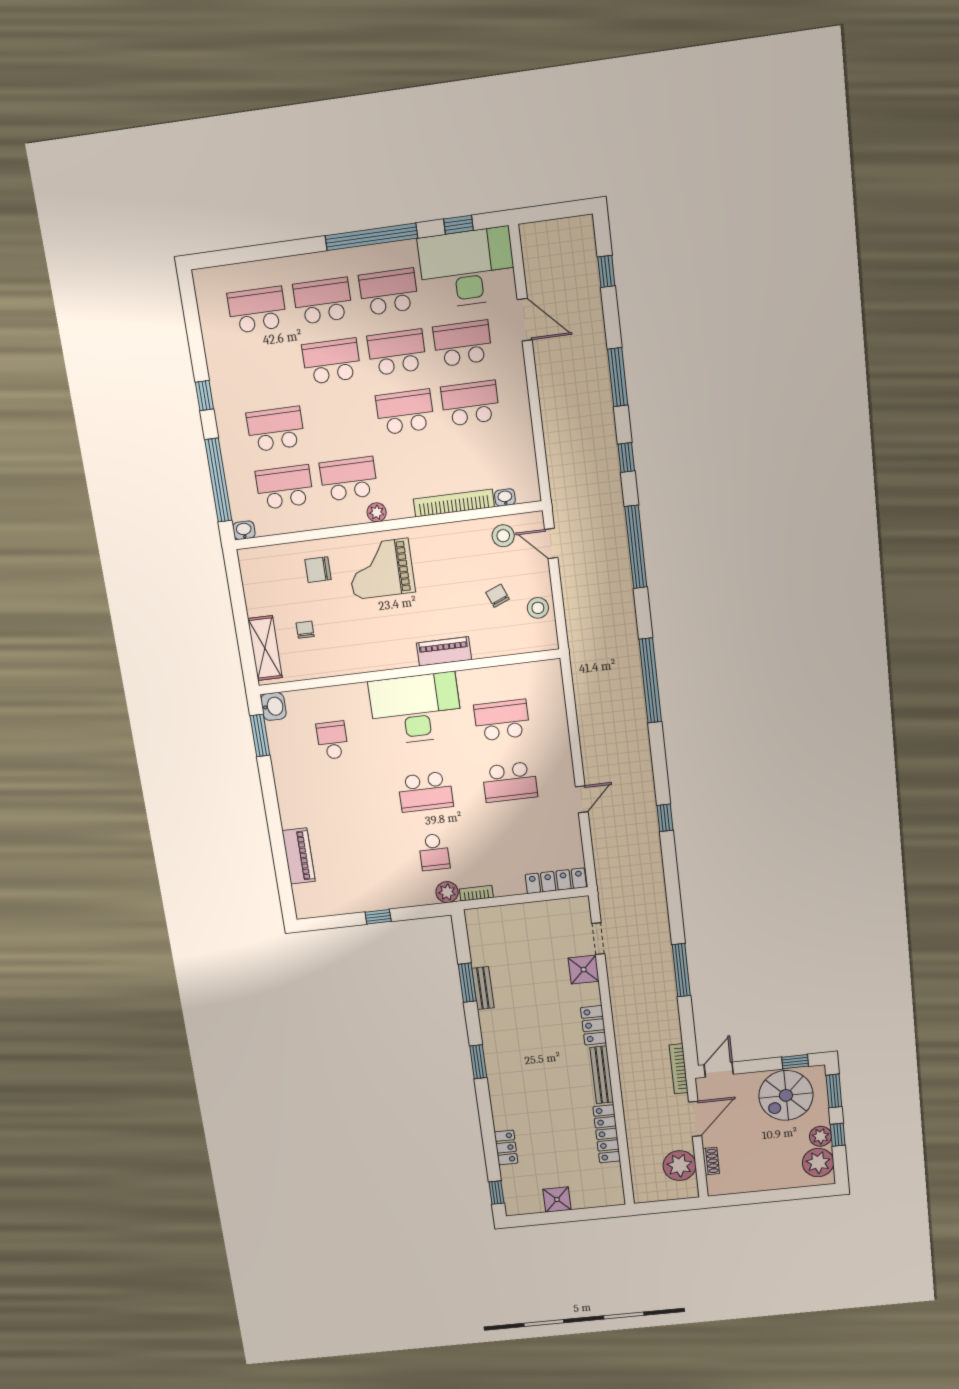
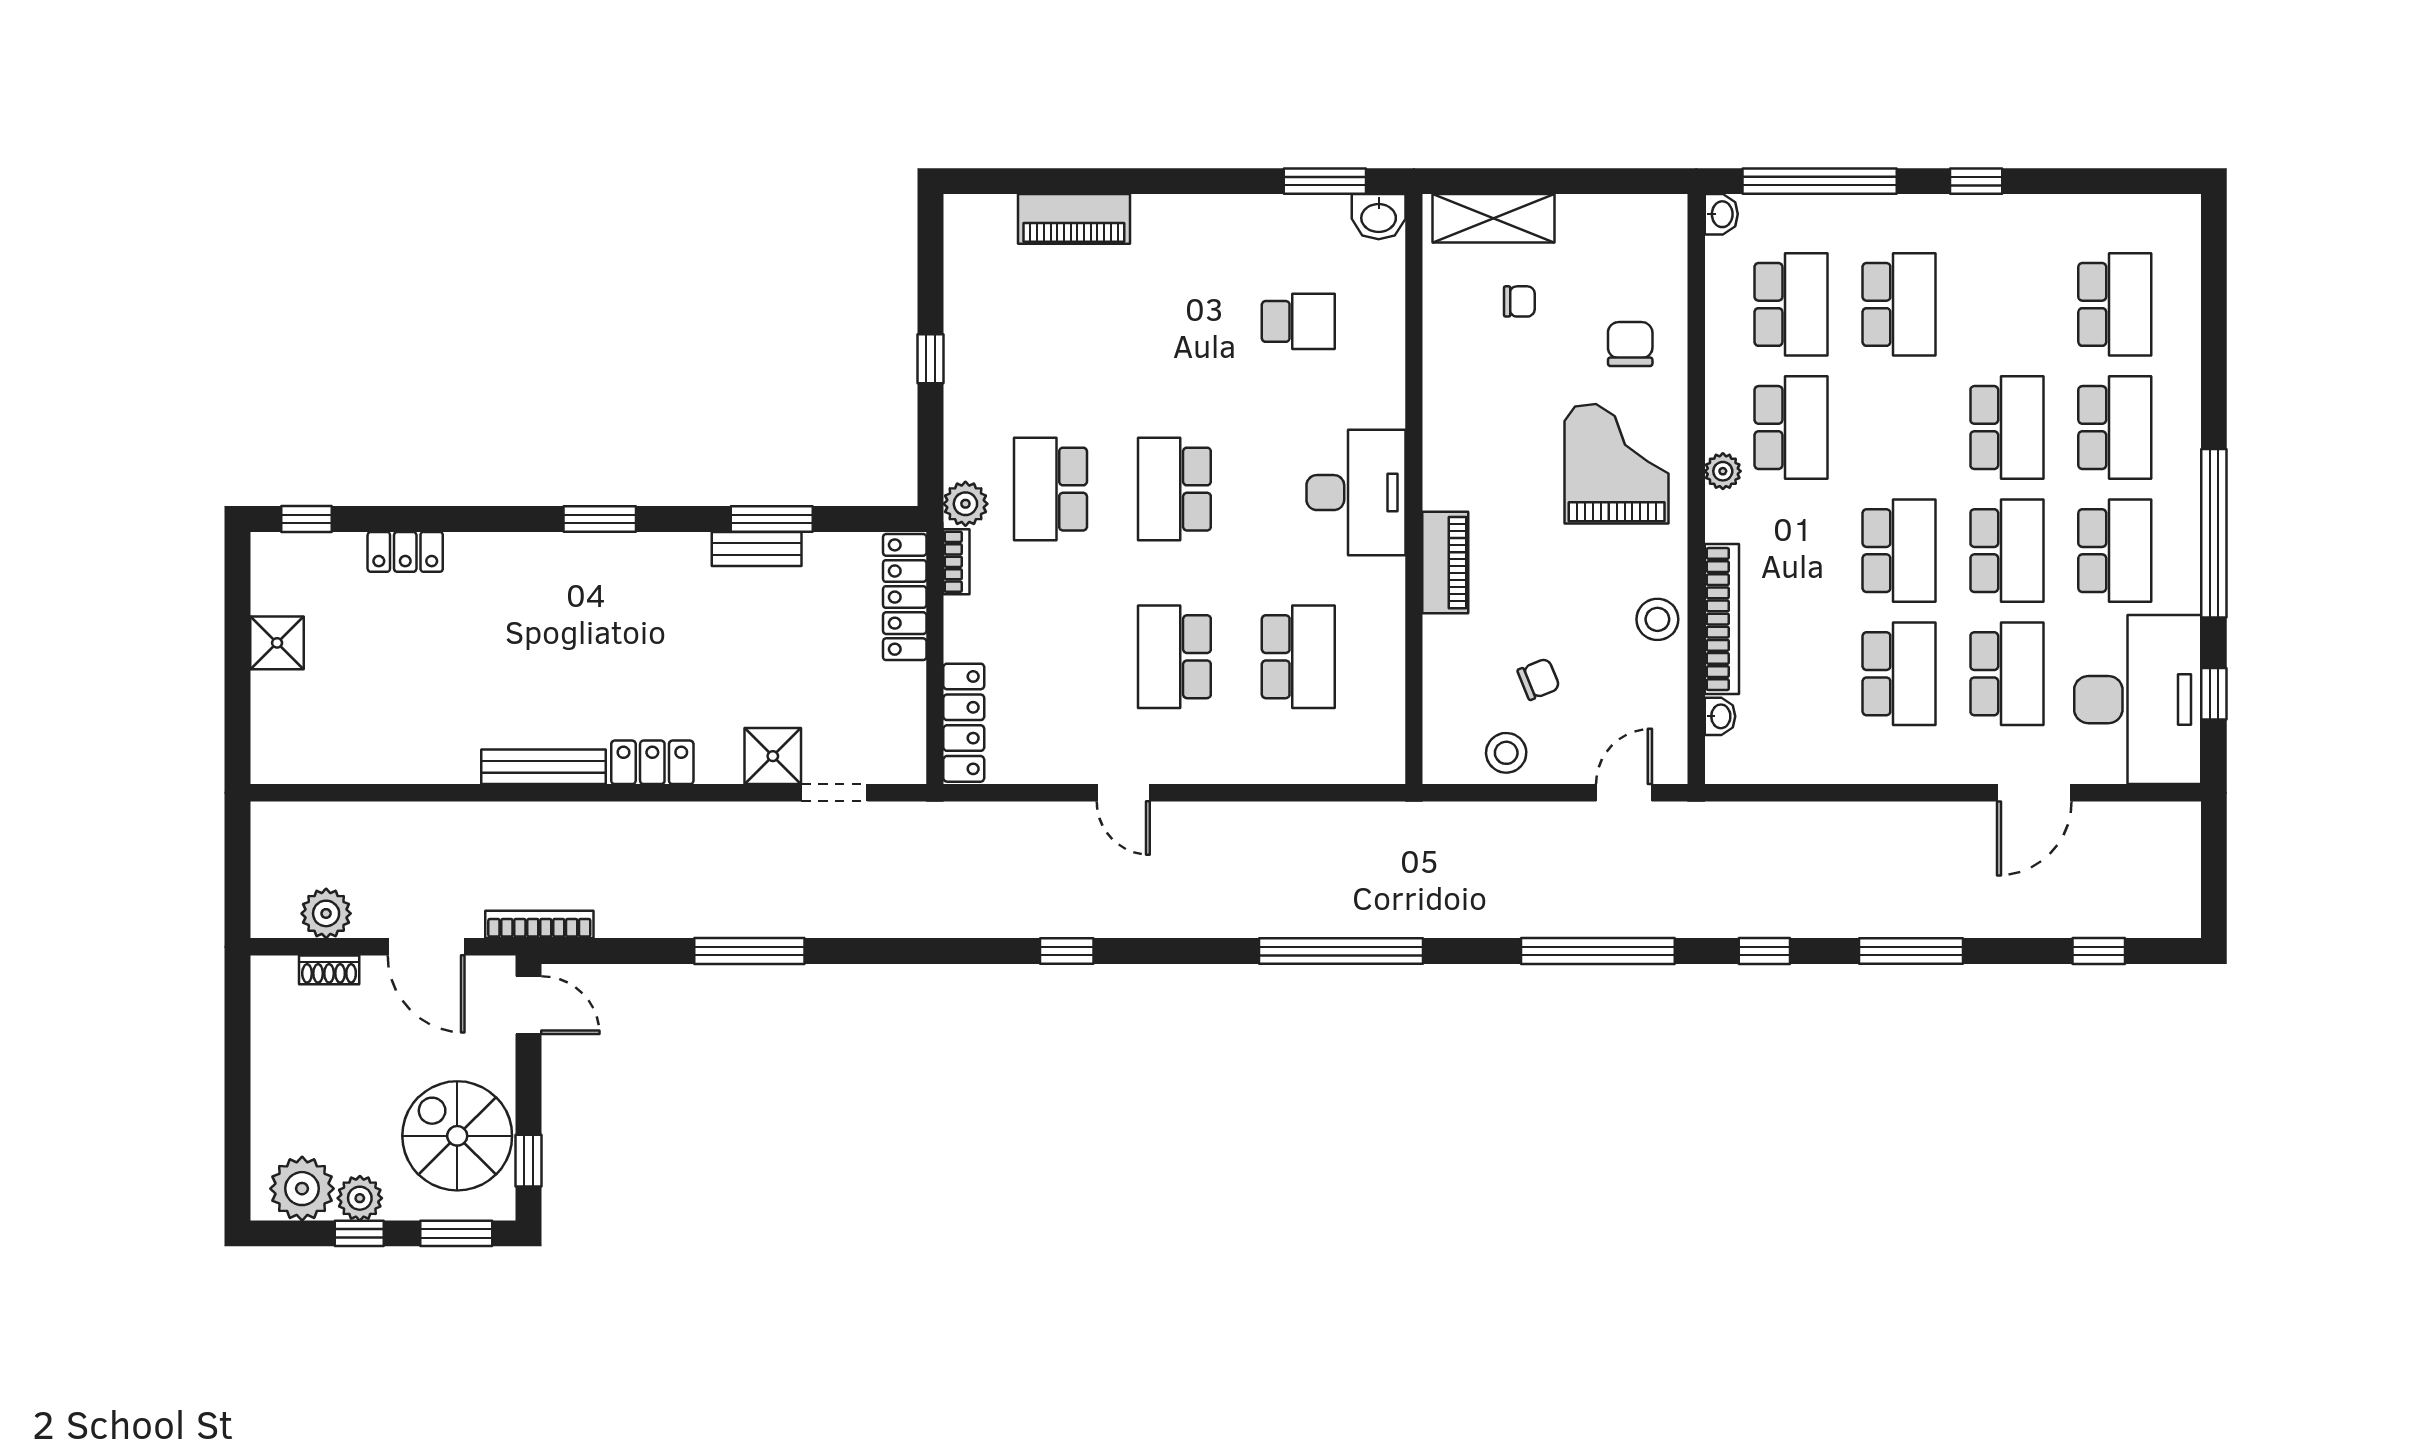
stool: (503, 536) -> (1657, 619), moved
desk: (416, 709) -> (1356, 493), width x0.73, depth x0.77
school desk: (434, 852) -> (1051, 489), width x1.85
locker: (607, 1134) -> (905, 597), moved, turned -90
plant: (680, 1166) -> (326, 913), width x0.73, depth x0.73

